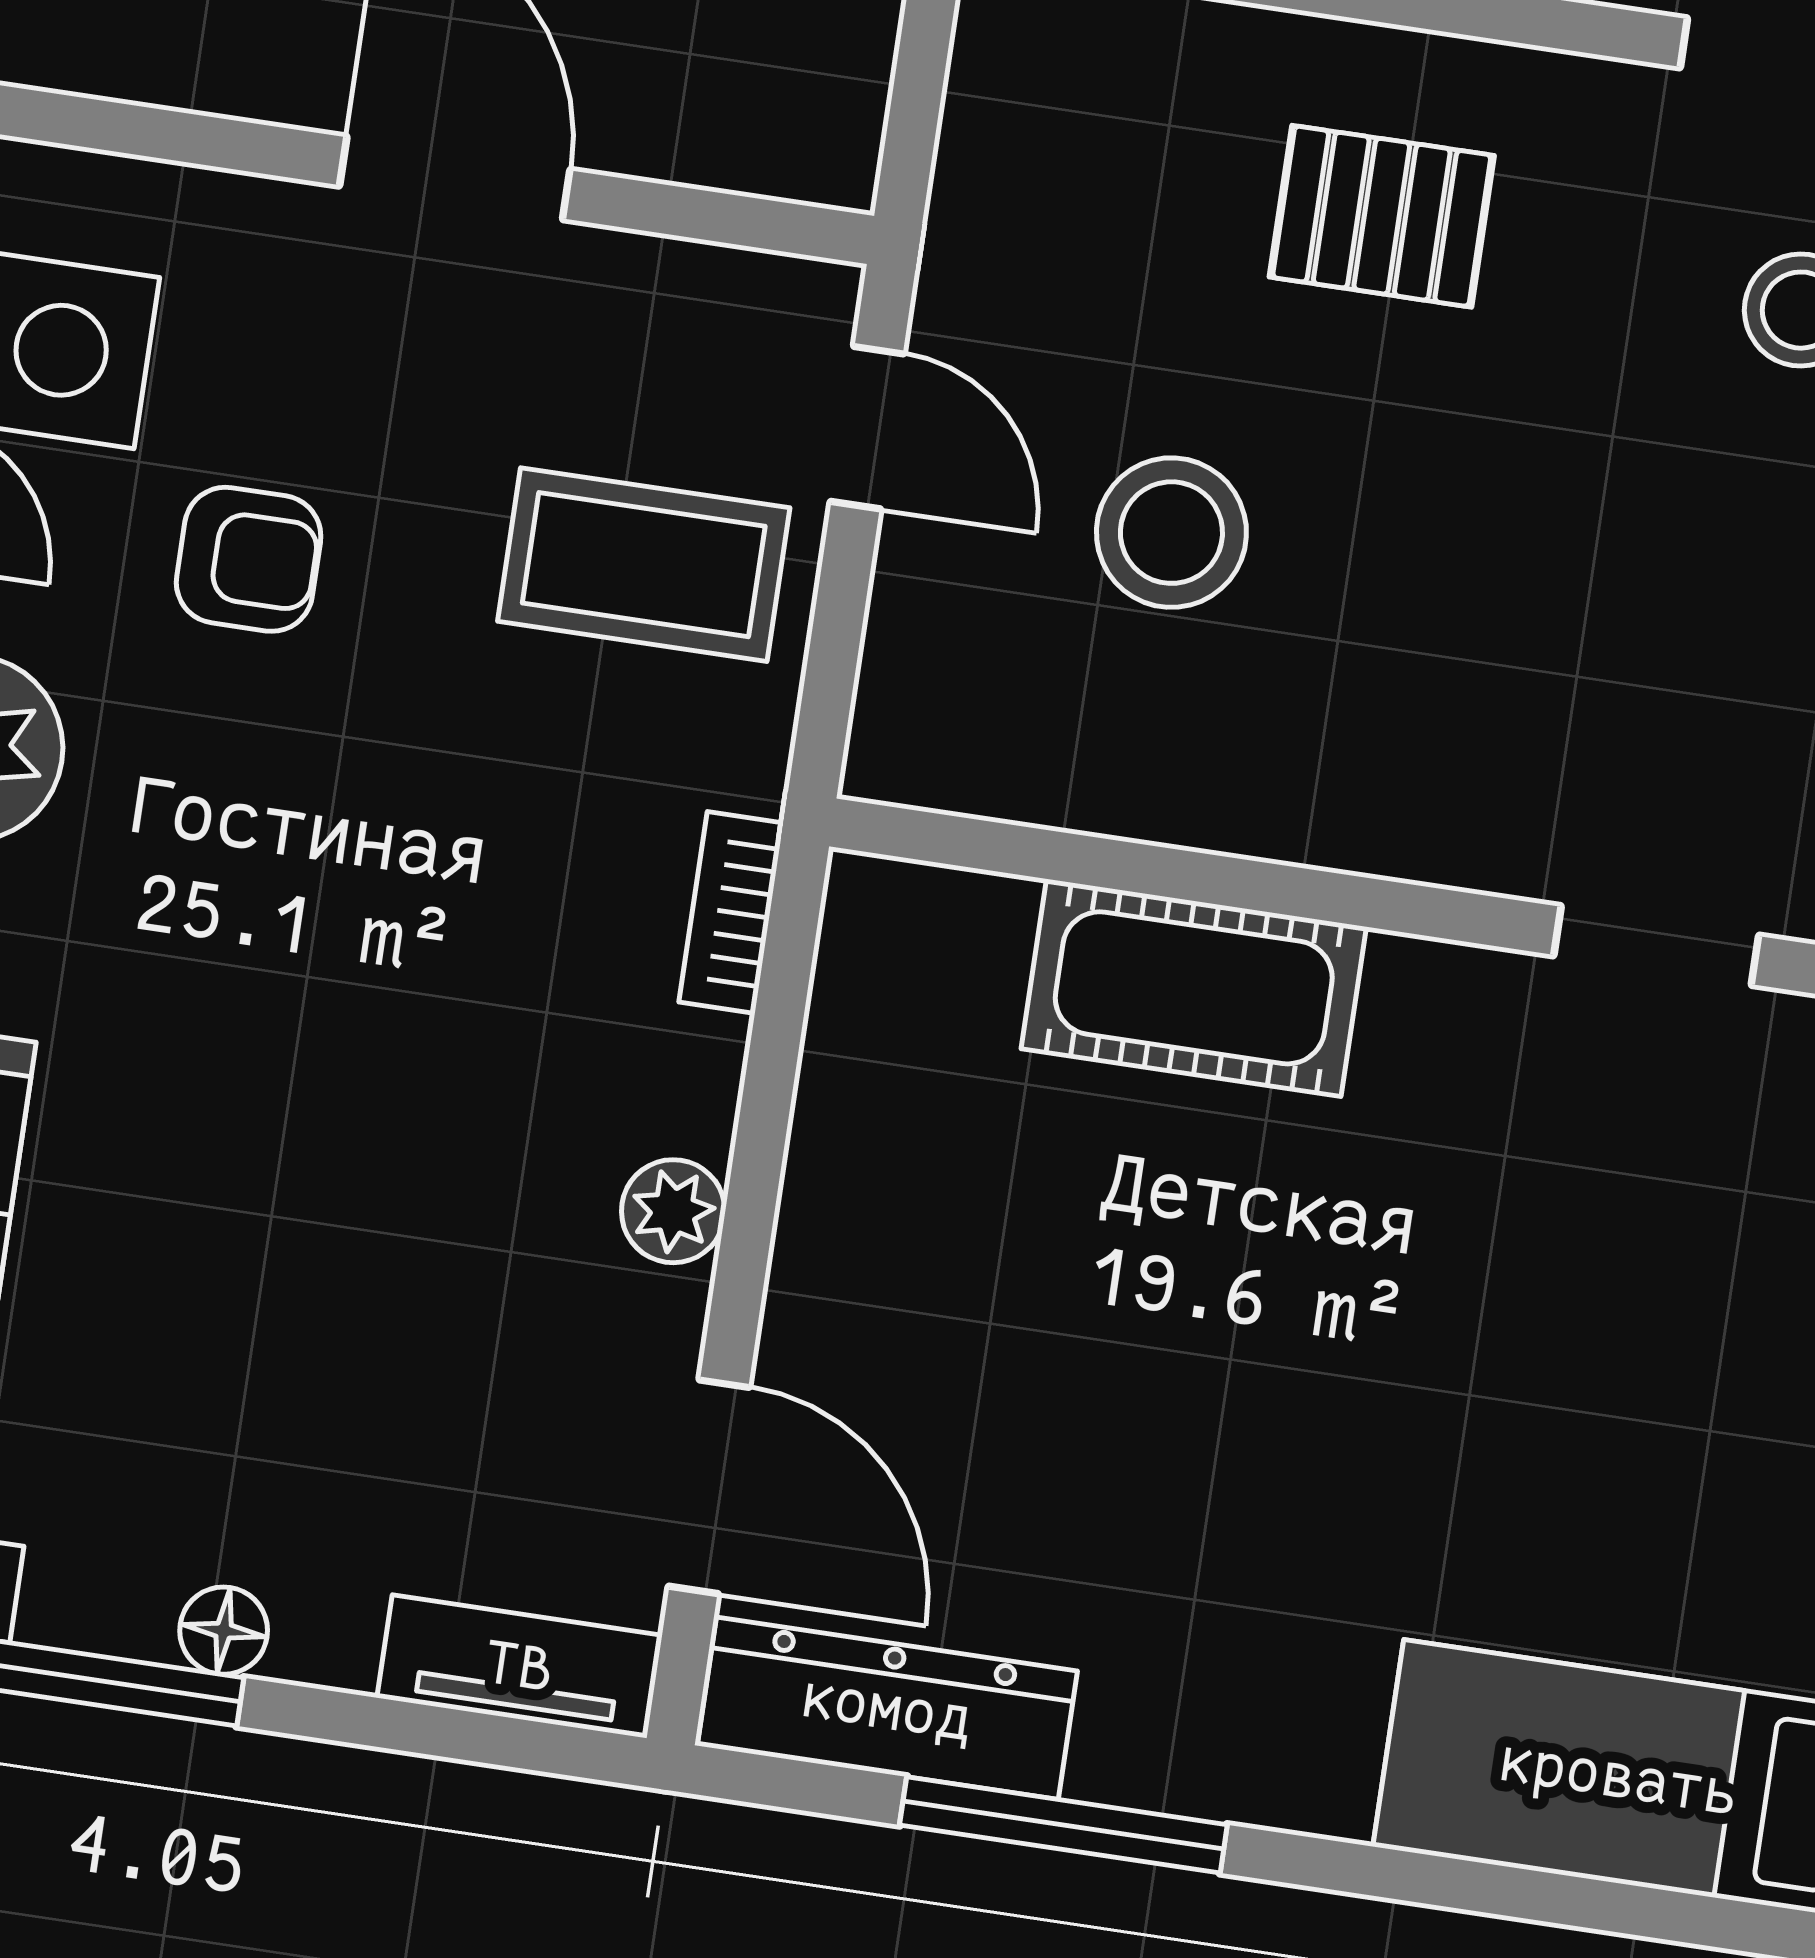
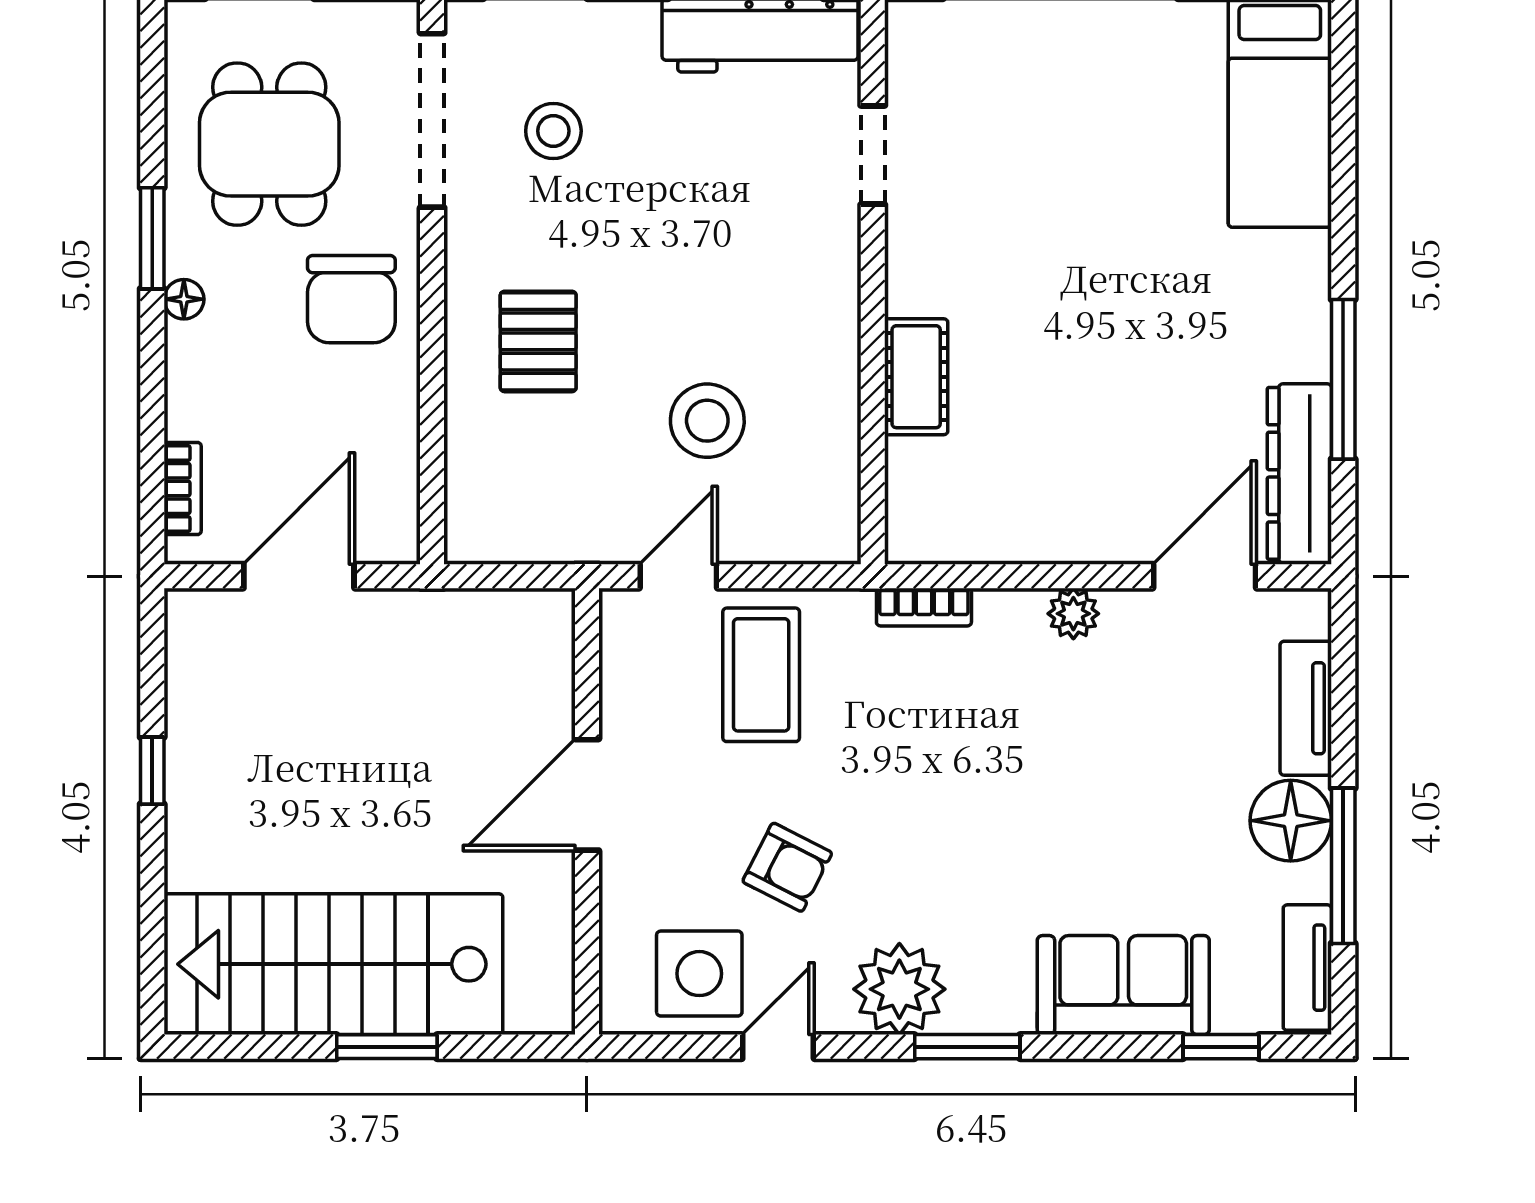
armchair: (249, 559) -> (787, 867), turned 117
cot: (1194, 988) -> (916, 377), width x0.73, depth x0.75
floor lamp: (224, 1631) -> (1291, 821), width x1.89, depth x1.89
tv unit: (520, 1666) -> (1306, 708), moved

